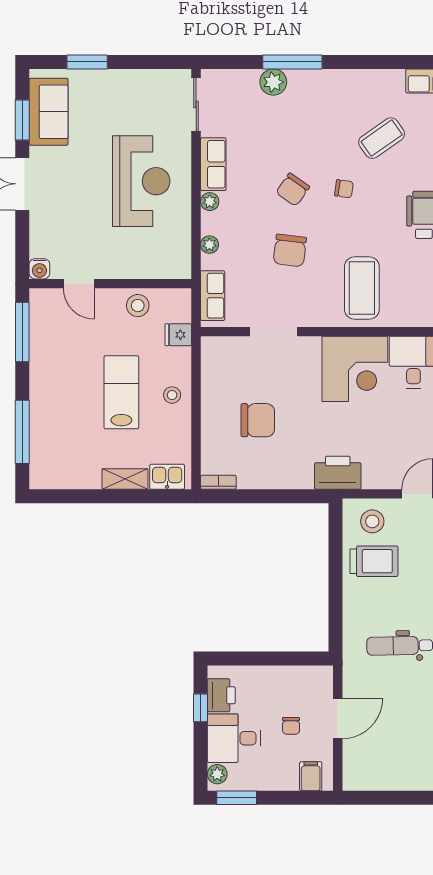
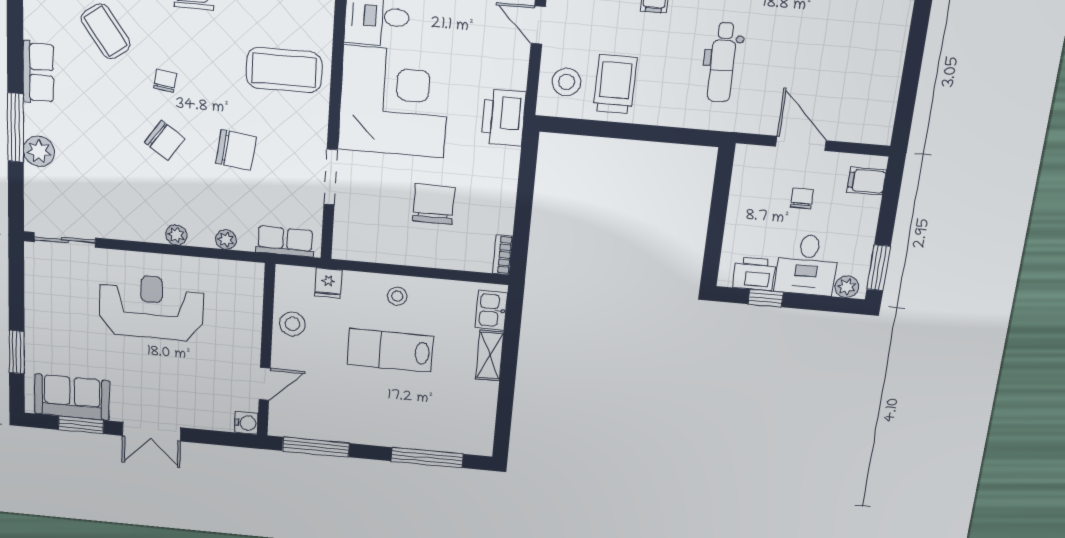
row of seats: (213, 164) -> (38, 72), moved, turned 90
corner desk: (355, 369) -> (394, 102), width x1.36, depth x1.36
chair: (291, 726) -> (802, 198), turned -90

